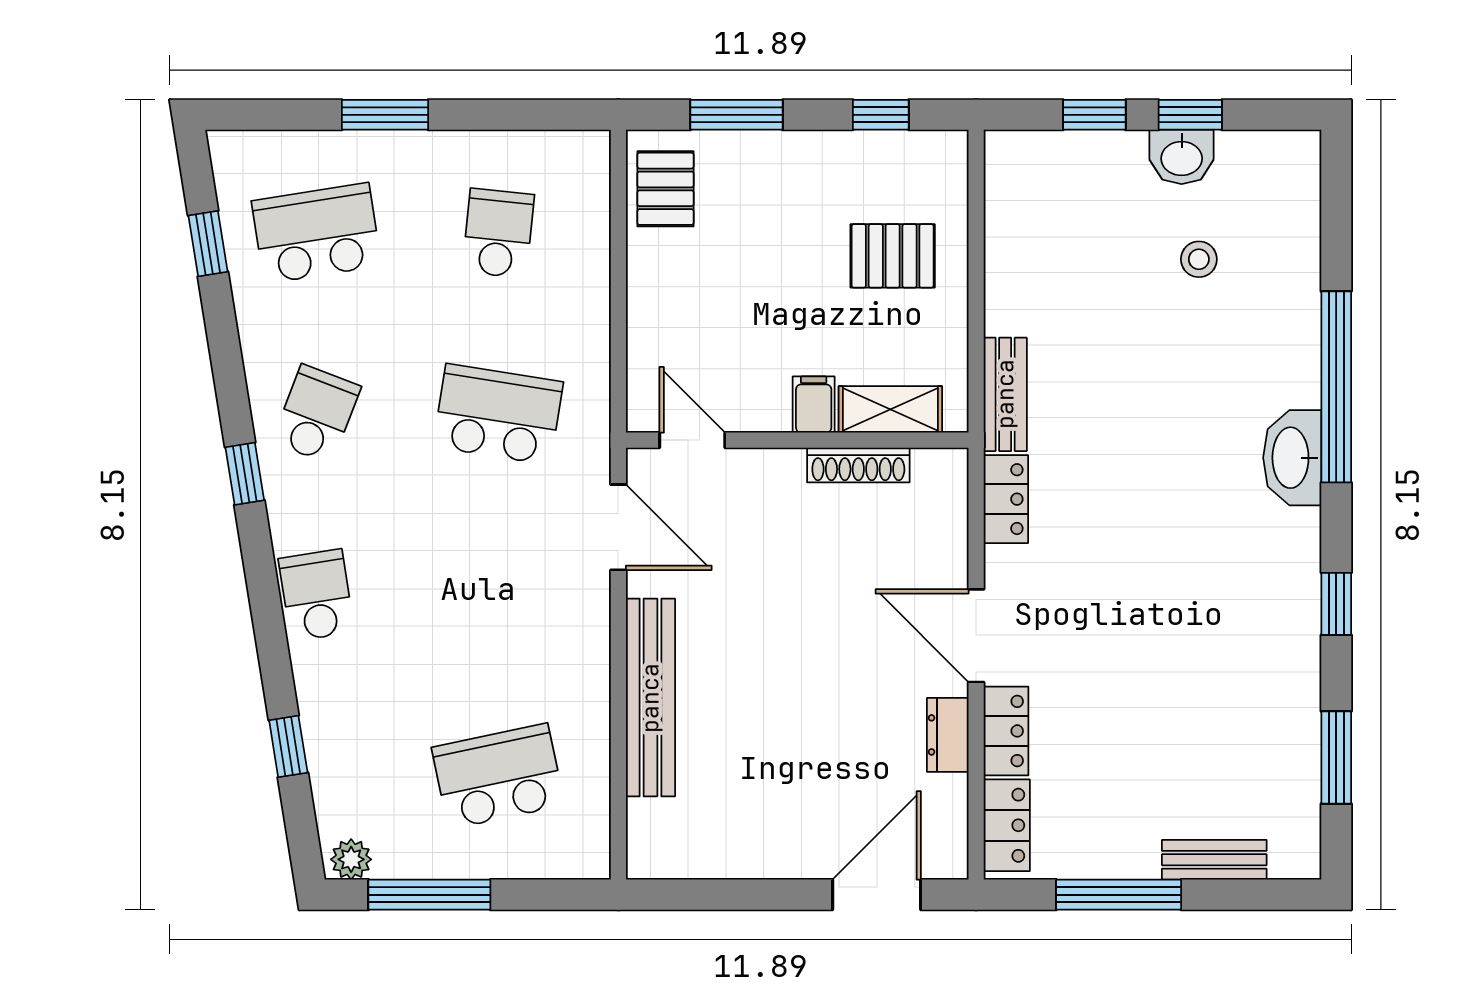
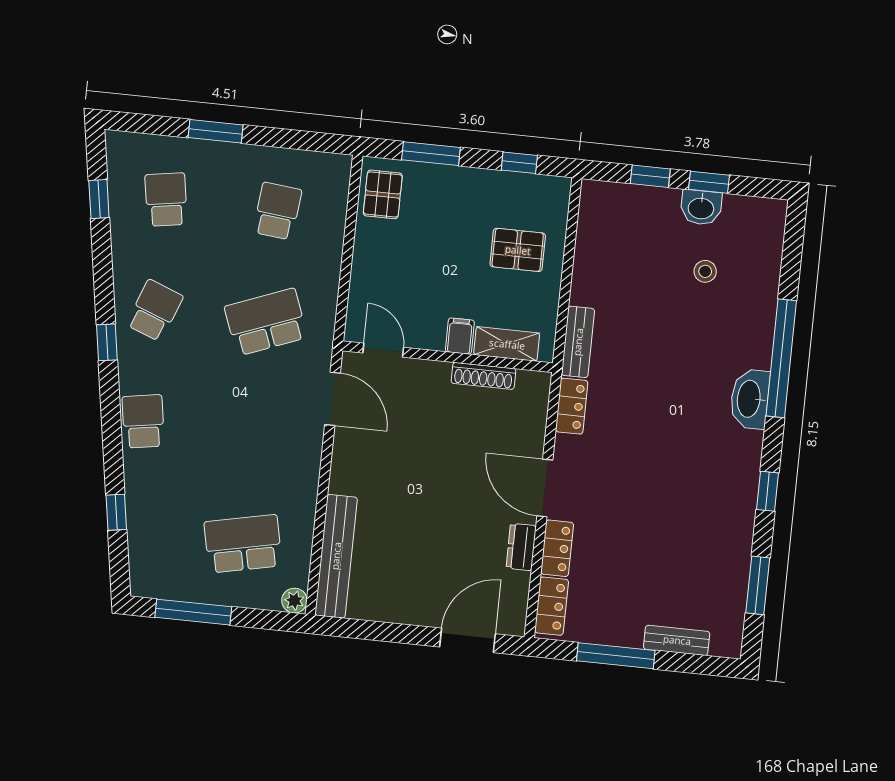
school desk: (316, 233) -> (166, 200), width x0.54
school desk: (498, 414) -> (266, 322), turned -30
bench: (650, 698) -> (336, 556), moved
plant: (351, 859) -> (294, 601), moved

